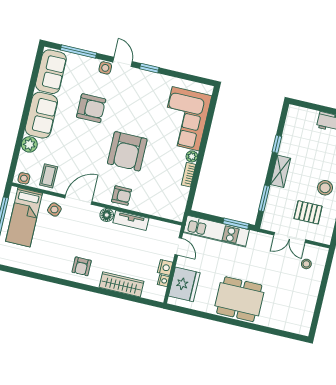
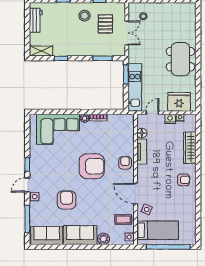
shelving: (281, 171) -> (41, 51), moved
floor lamp: (107, 215) -> (142, 133), moved

